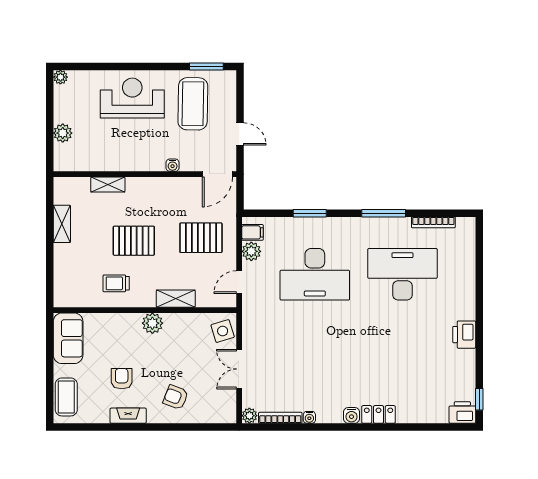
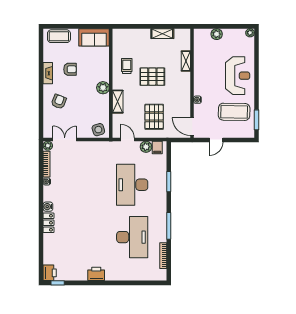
pallet: (134, 241) -> (152, 77), turned 90
double door: (239, 369) -> (65, 139), moved

